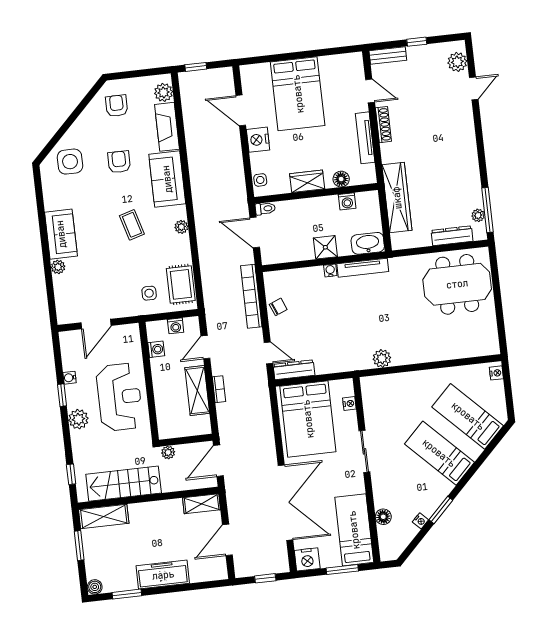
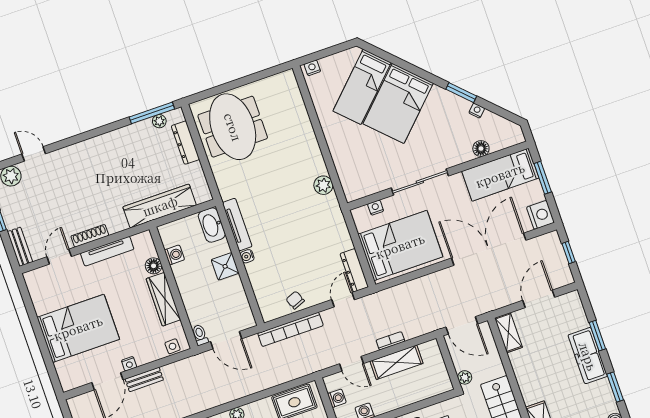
nightstand: (258, 140) -> (129, 364), width x0.53, depth x0.56
bench: (235, 146) -> (144, 379), added
wardrobe: (307, 181) -> (163, 299), width x1.50
door: (255, 232) -> (226, 340), hinge flipped
sliding door: (364, 451) -> (420, 182), width x1.37
bed: (439, 453) -> (398, 103), width x1.50
door: (227, 540) -> (539, 299), swing flipped
window: (180, 588) -> (597, 336), added

